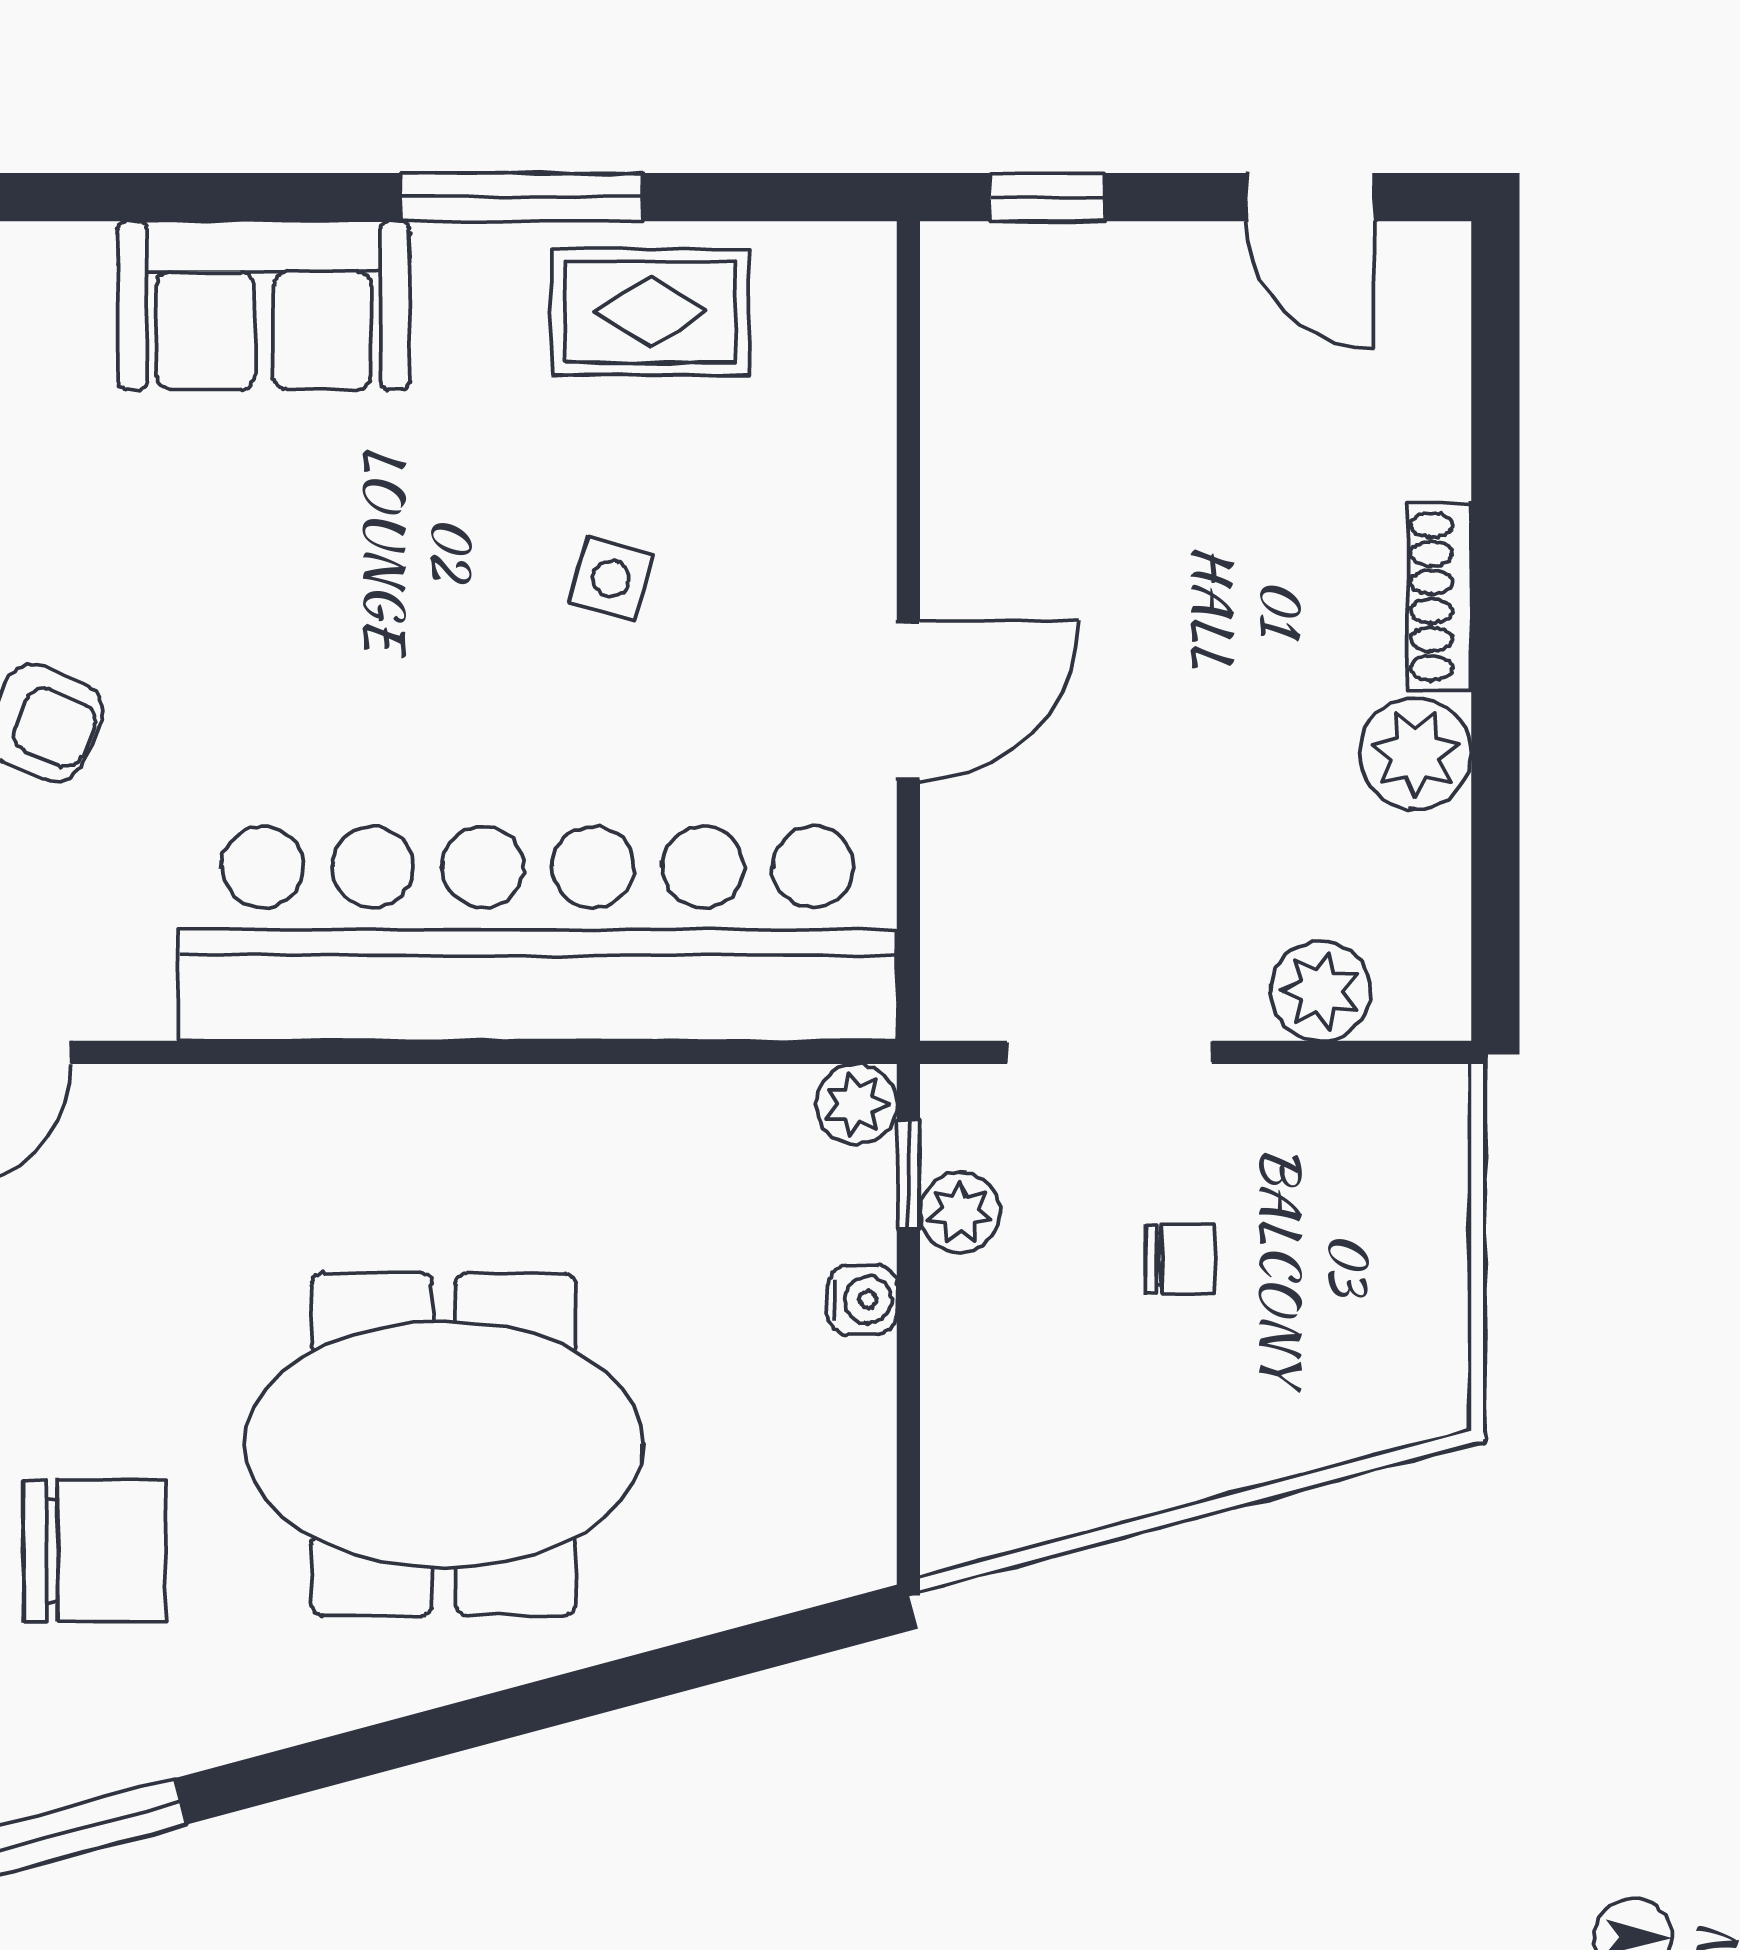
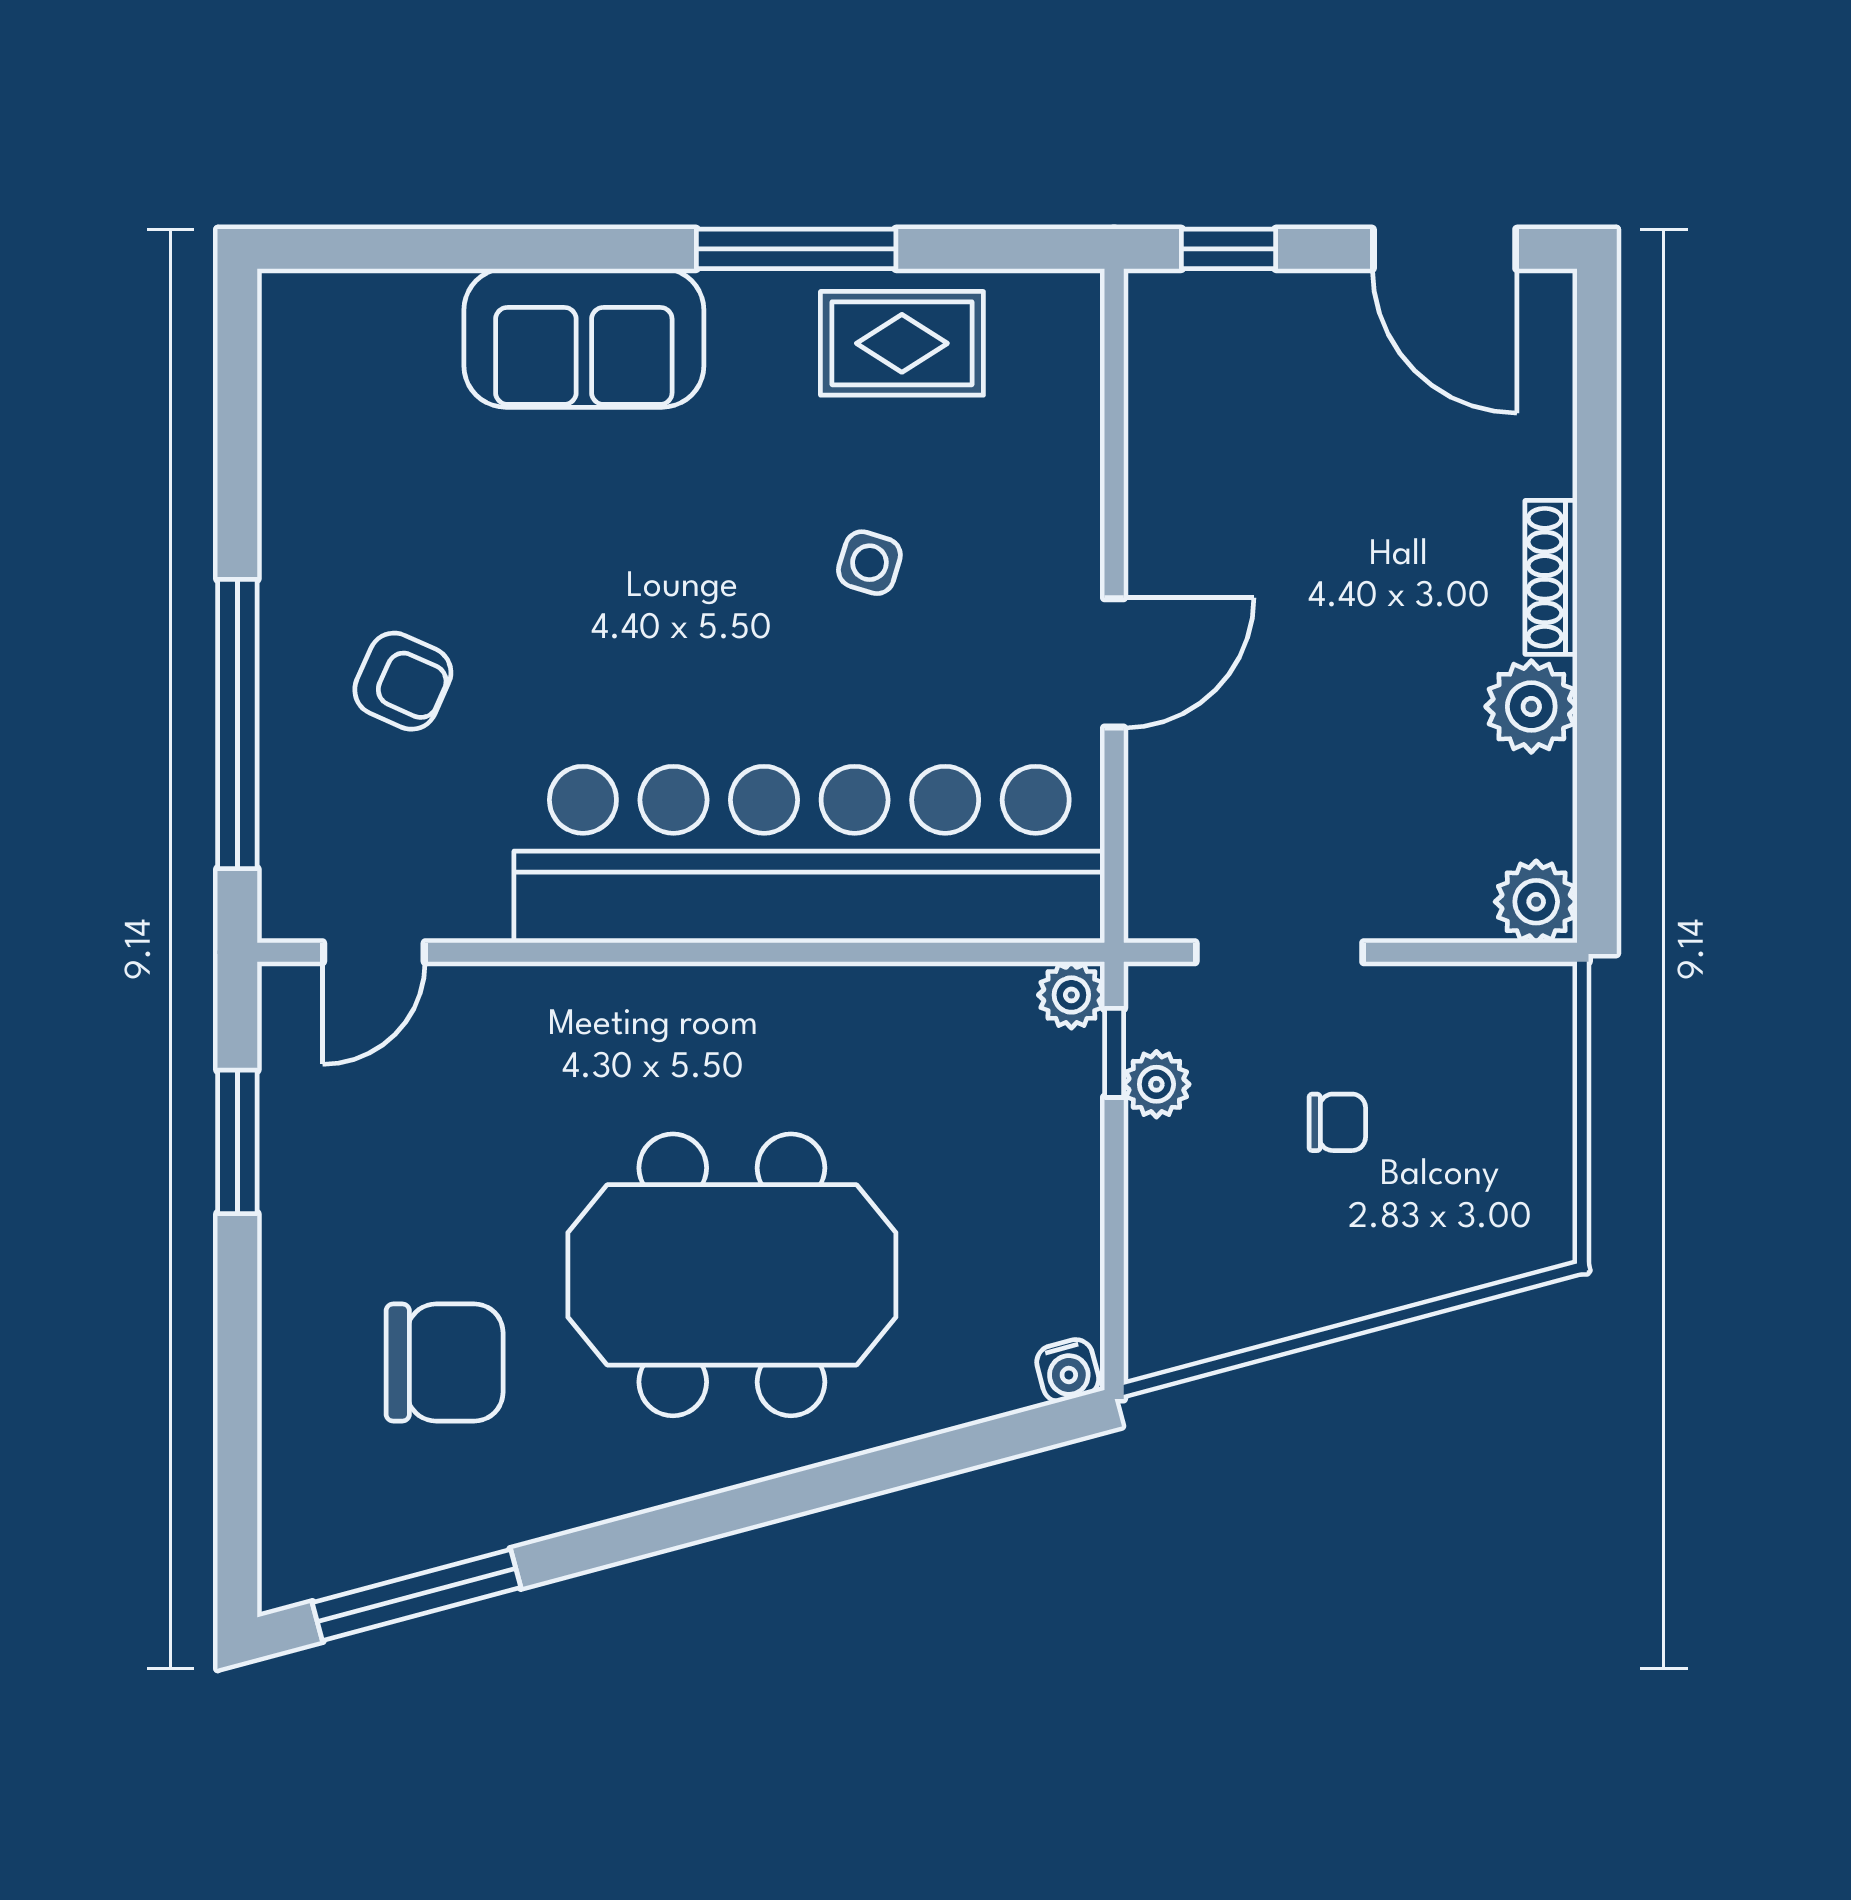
door: (1310, 197) -> (1445, 249), width x1.38
plant: (1321, 991) -> (1536, 902), moved
water cooler: (862, 1300) -> (1068, 1371), moved, turned 75

